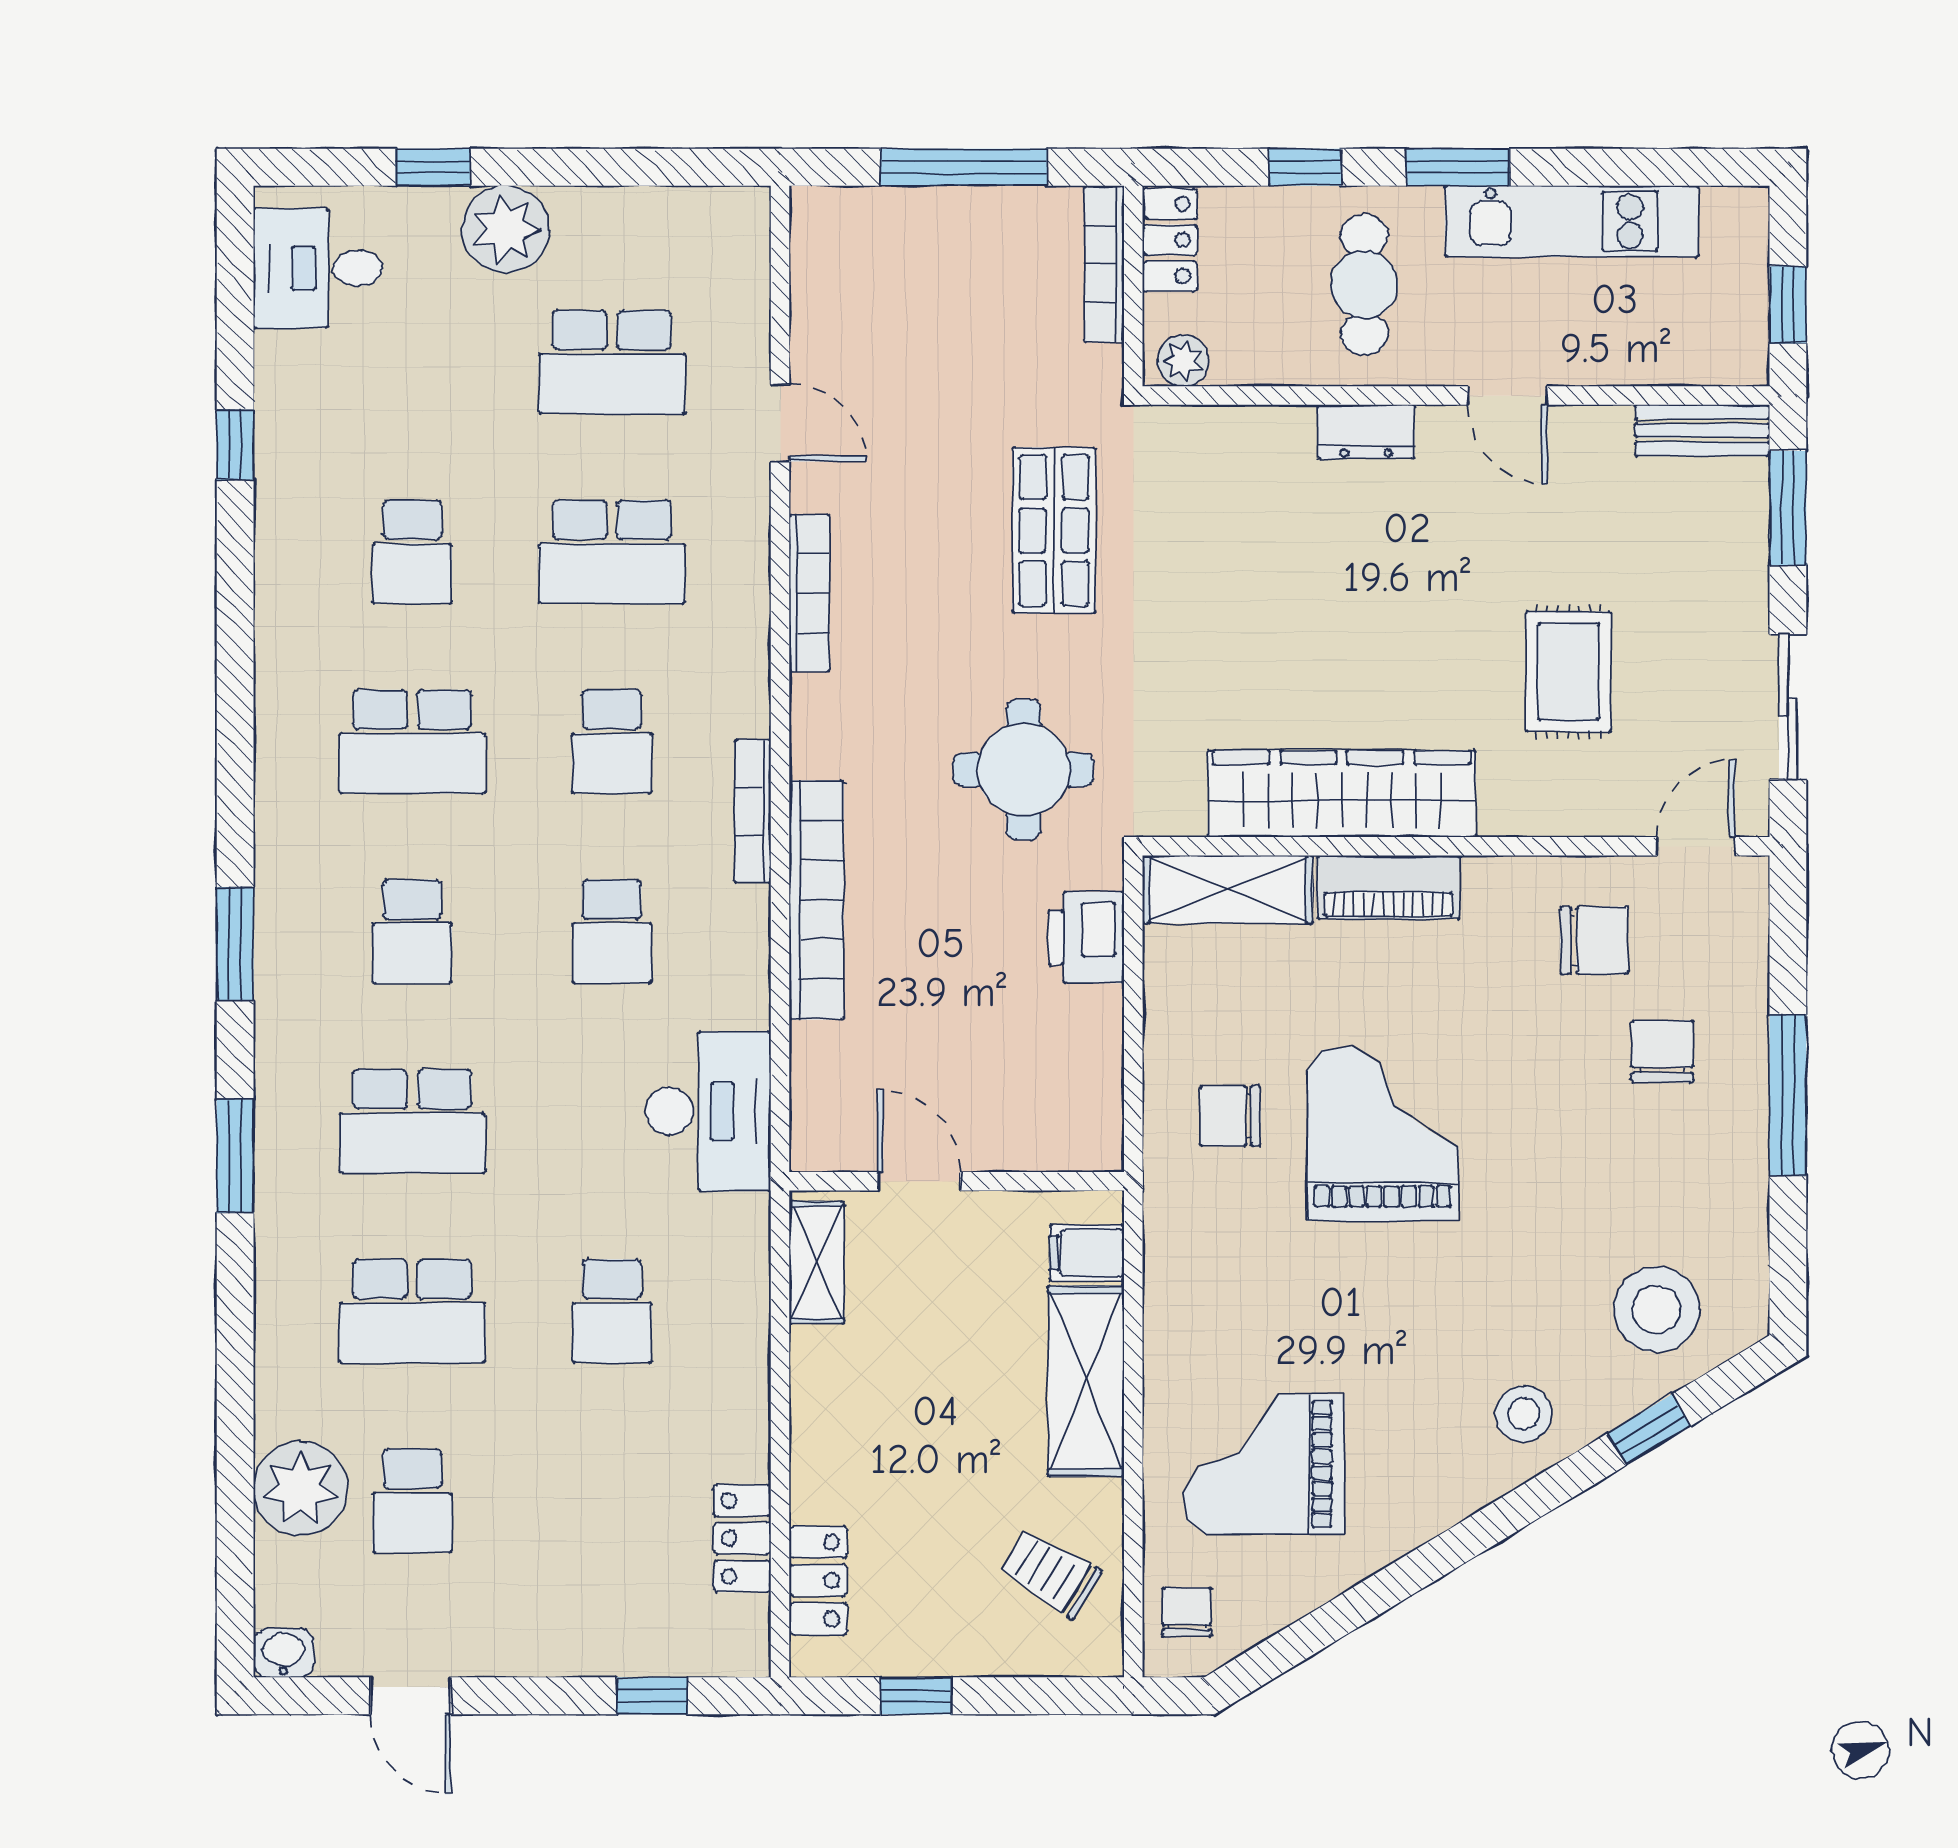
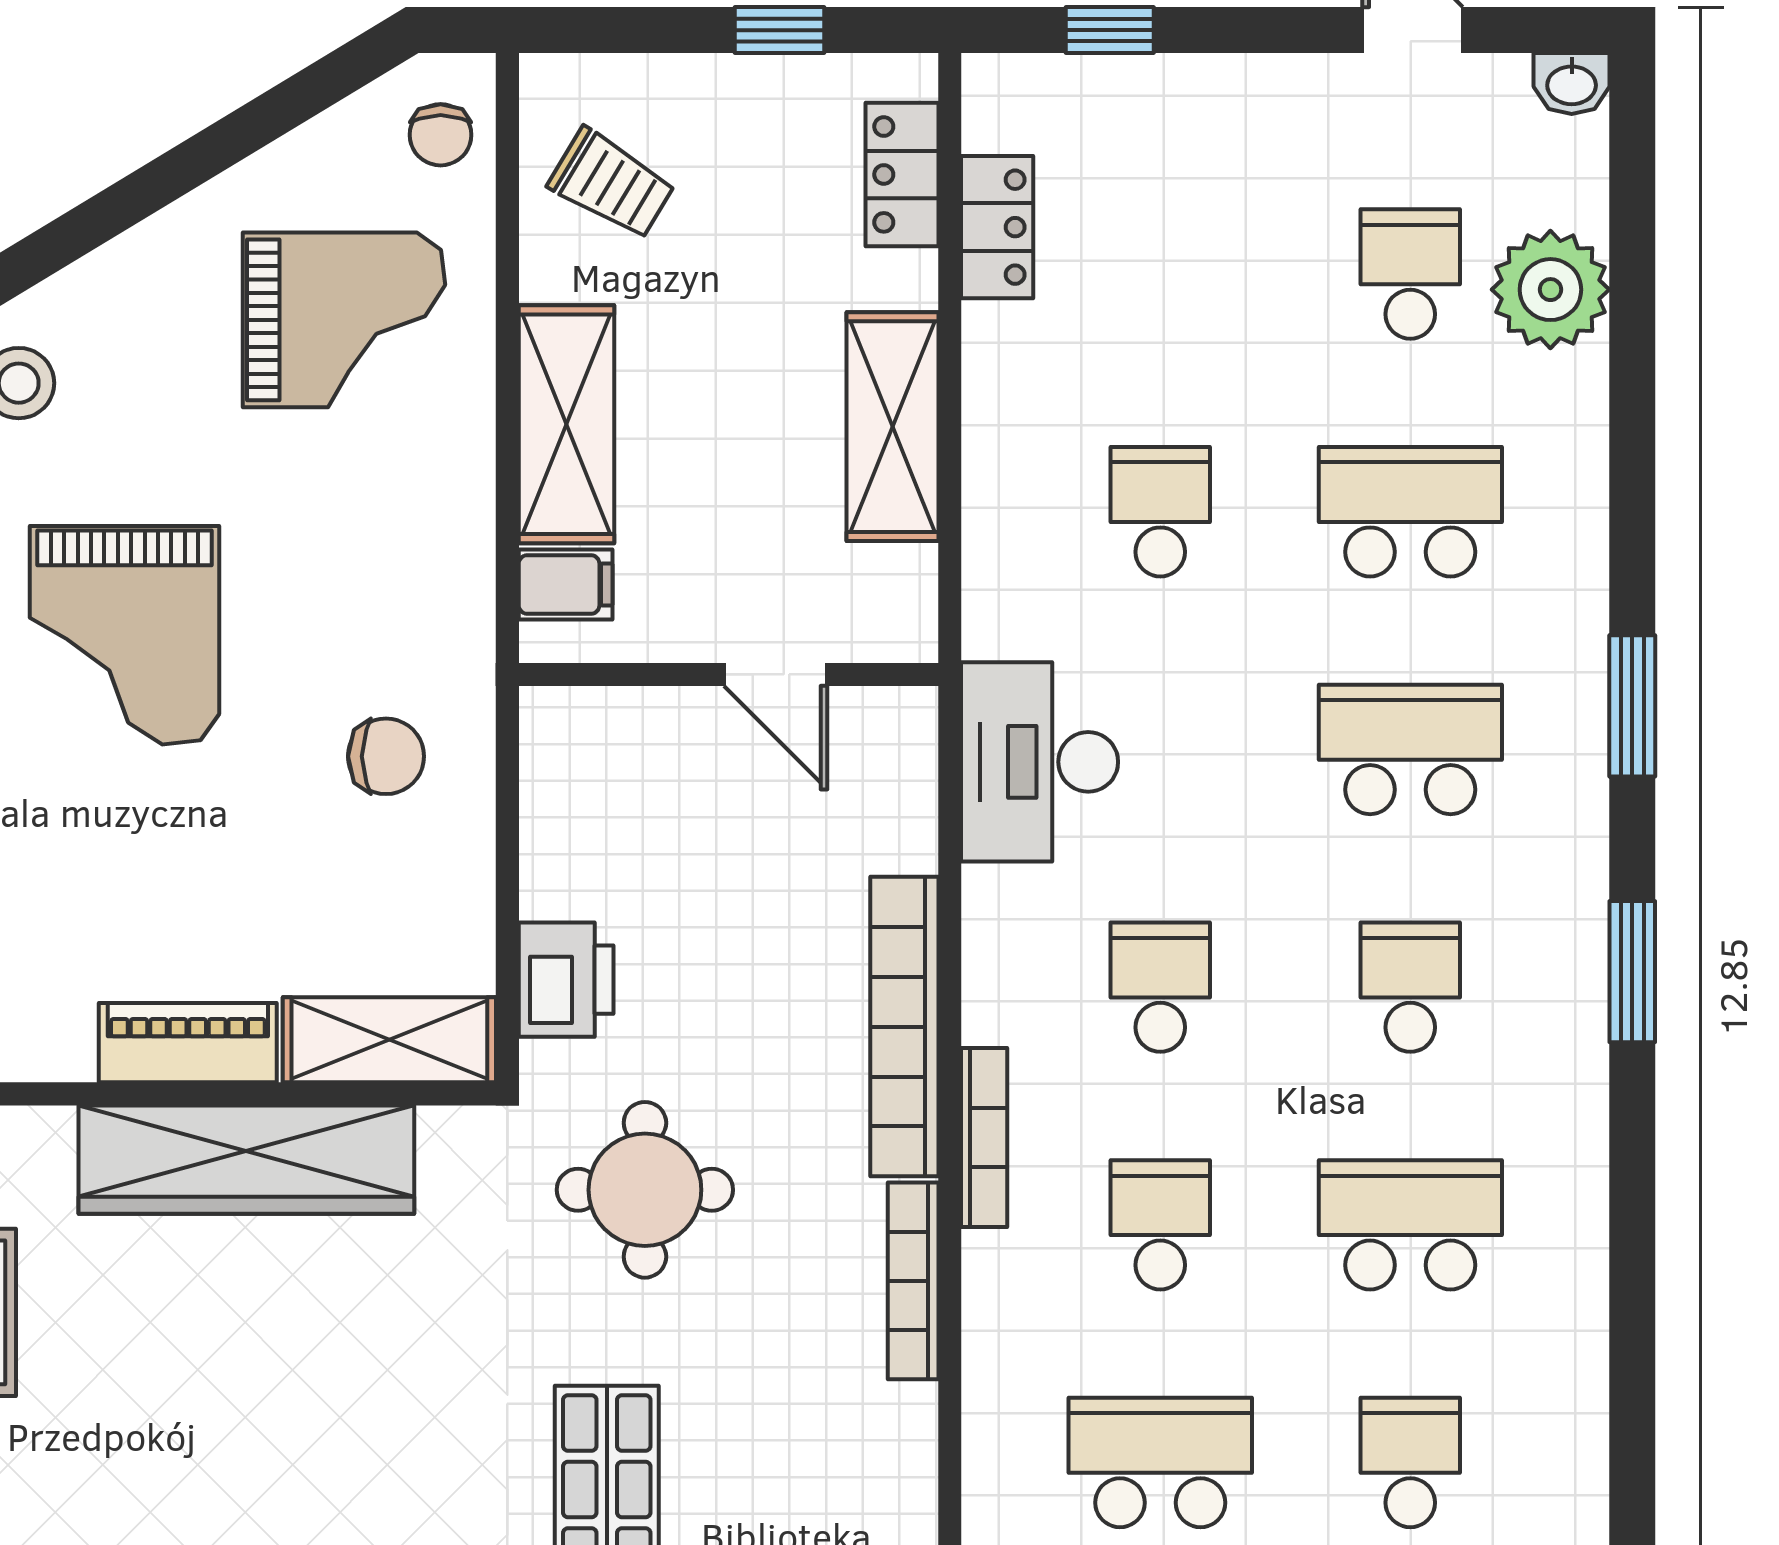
bookcase: (809, 593) -> (913, 1281), moved
grand piano: (1383, 1134) -> (125, 635), moved
shelving: (817, 1262) -> (893, 427), moved, width x1.50, depth x1.33

